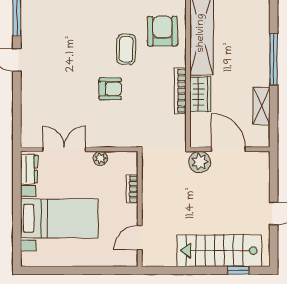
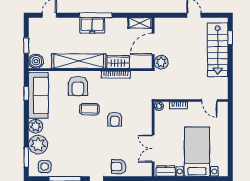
armchair: (162, 31) -> (78, 86), turned -90
freezer: (258, 54) -> (92, 25), added
armchair: (110, 89) -> (115, 119), turned 180
armchair: (36, 95) -> (119, 167), added
shelving: (261, 106) -> (140, 23), moved
plant: (100, 158) -> (159, 106), moved

